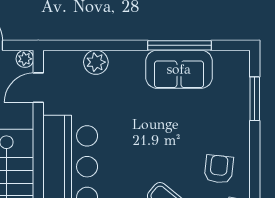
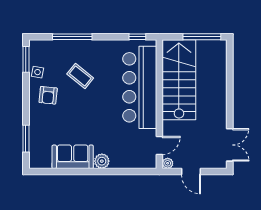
window: (179, 45) -> (72, 172), removed
plant: (96, 62) -> (102, 161), moved

